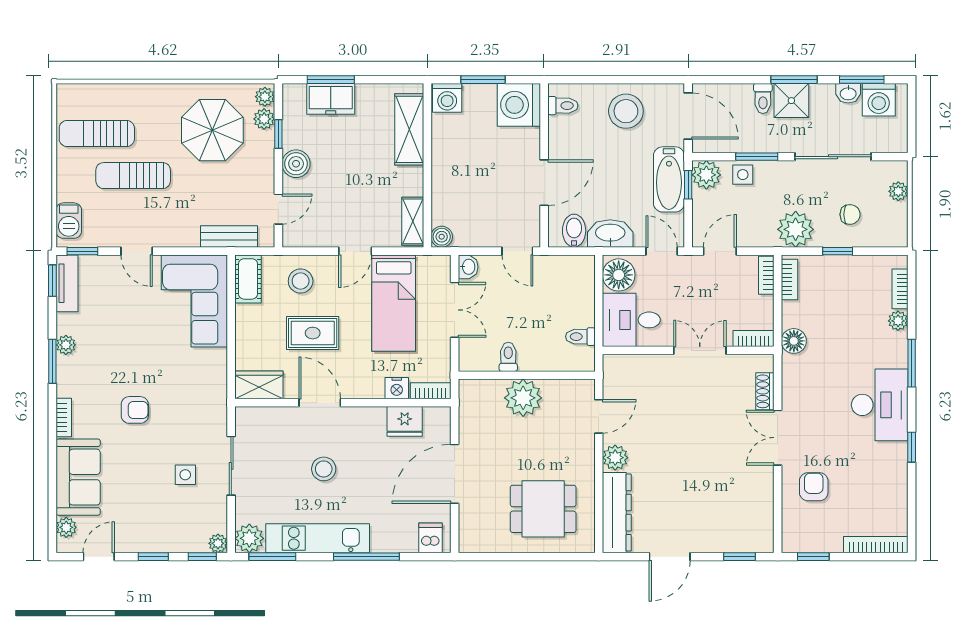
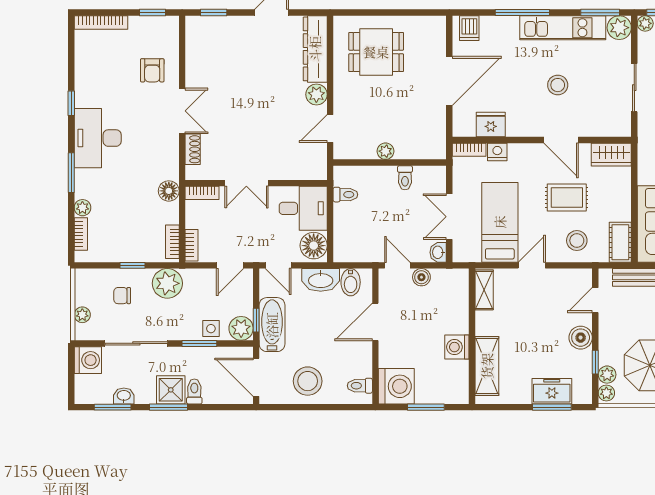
washing machine: (447, 98) -> (457, 347), moved, turned -90
washing machine: (879, 100) -> (88, 360), moved, turned 90
boiler: (442, 237) -> (421, 277), moved
plant: (523, 398) -> (386, 151), width x0.53, depth x0.53

